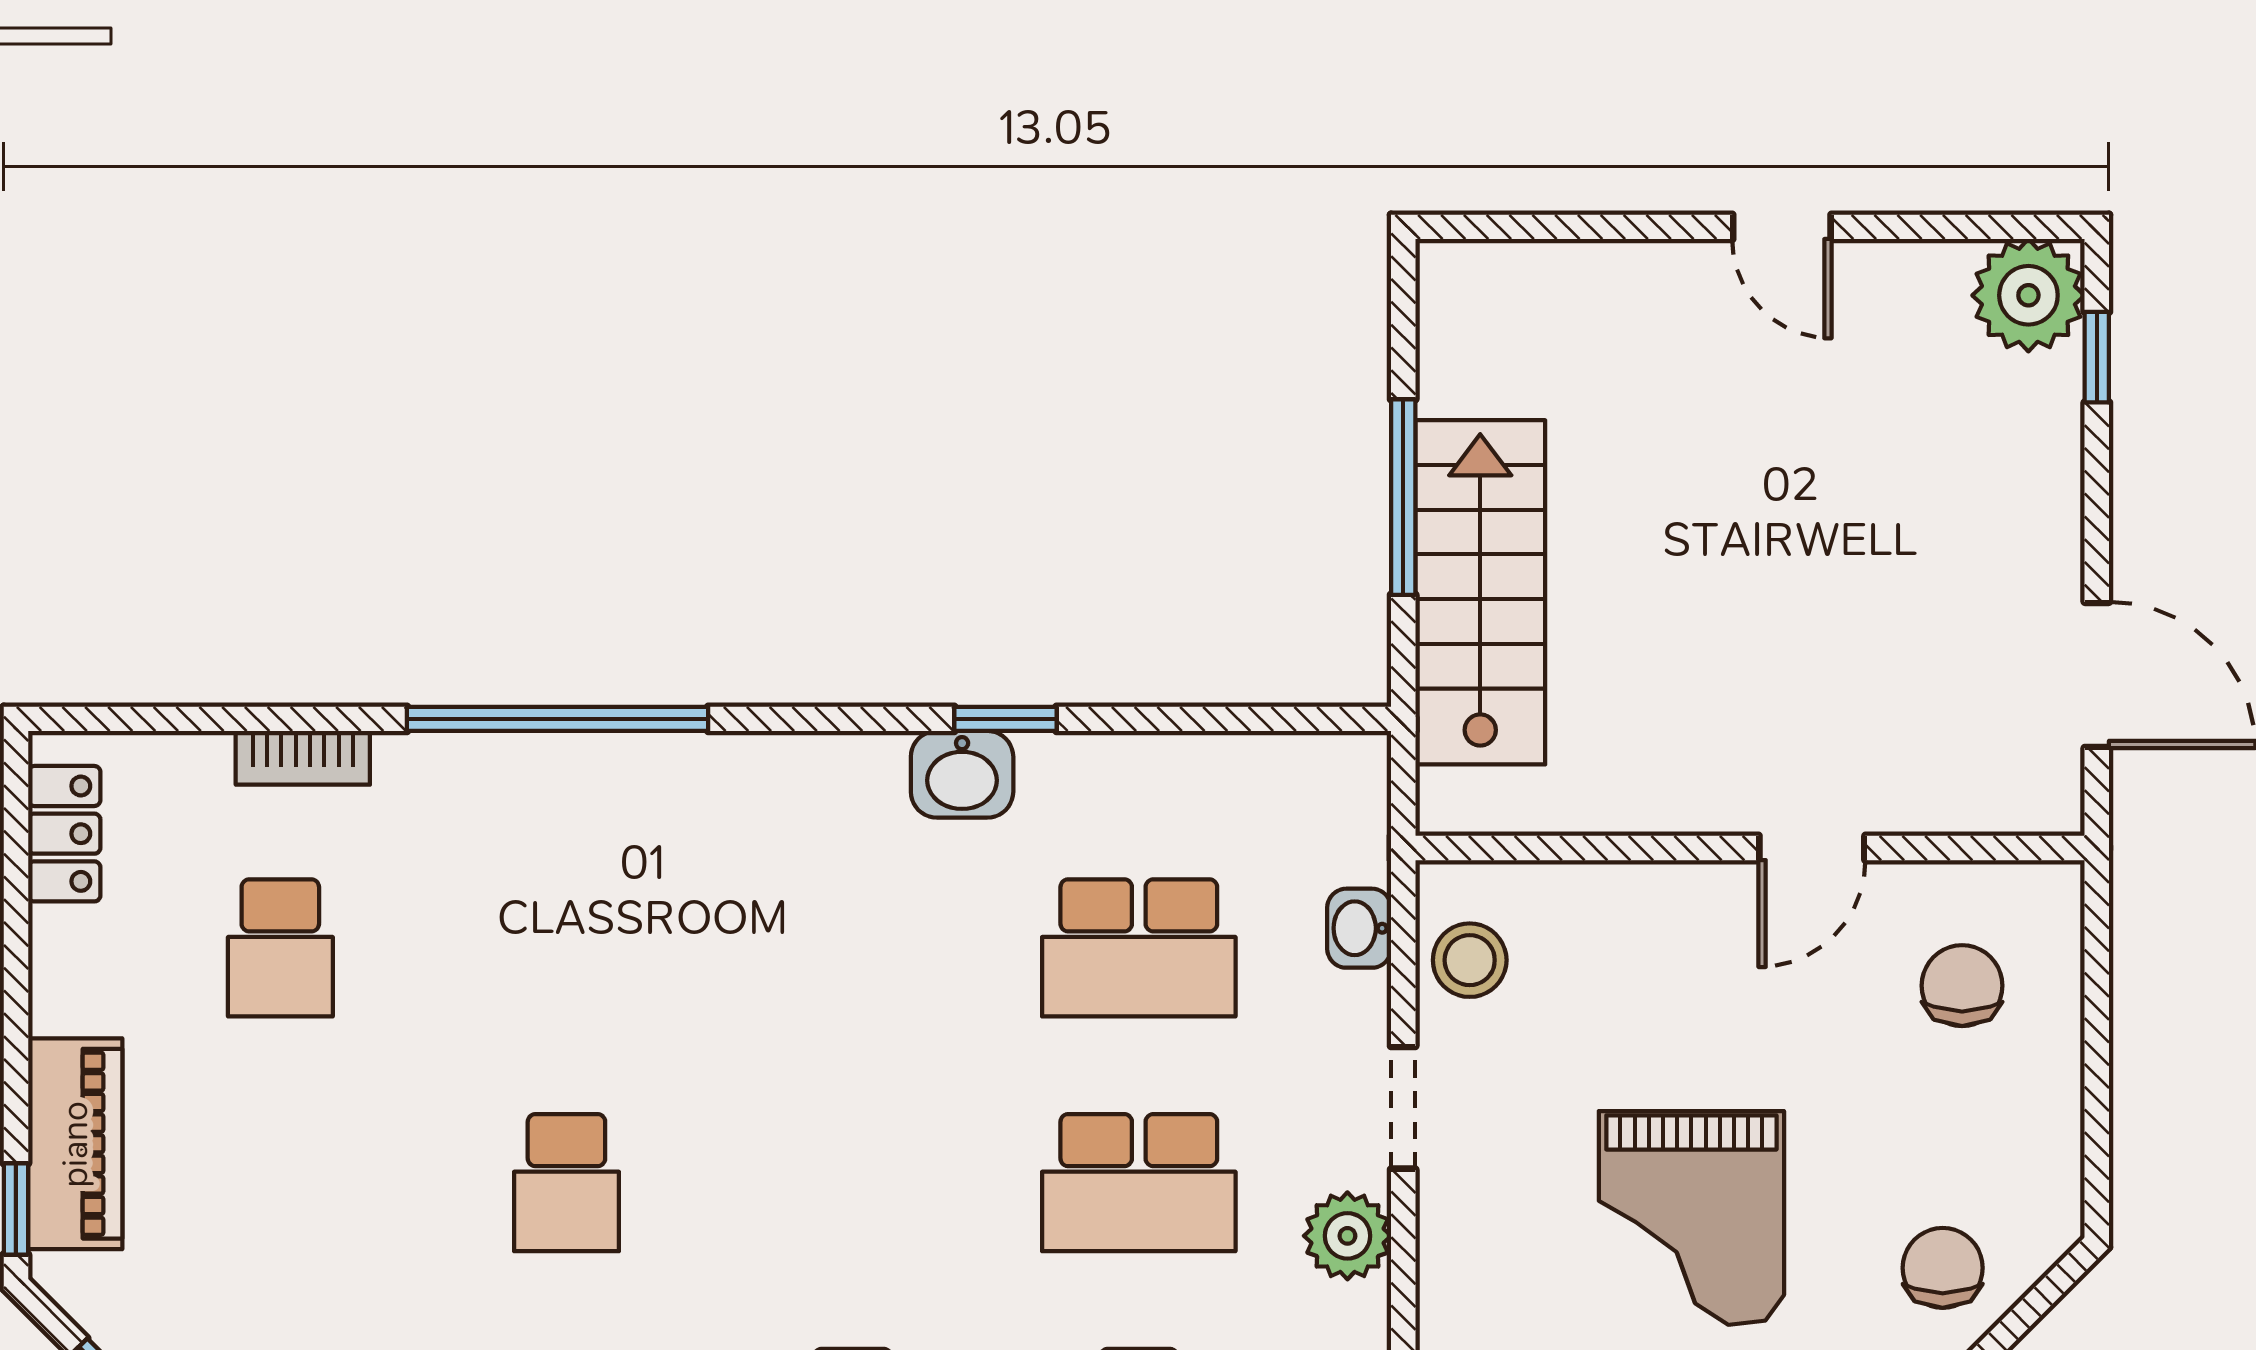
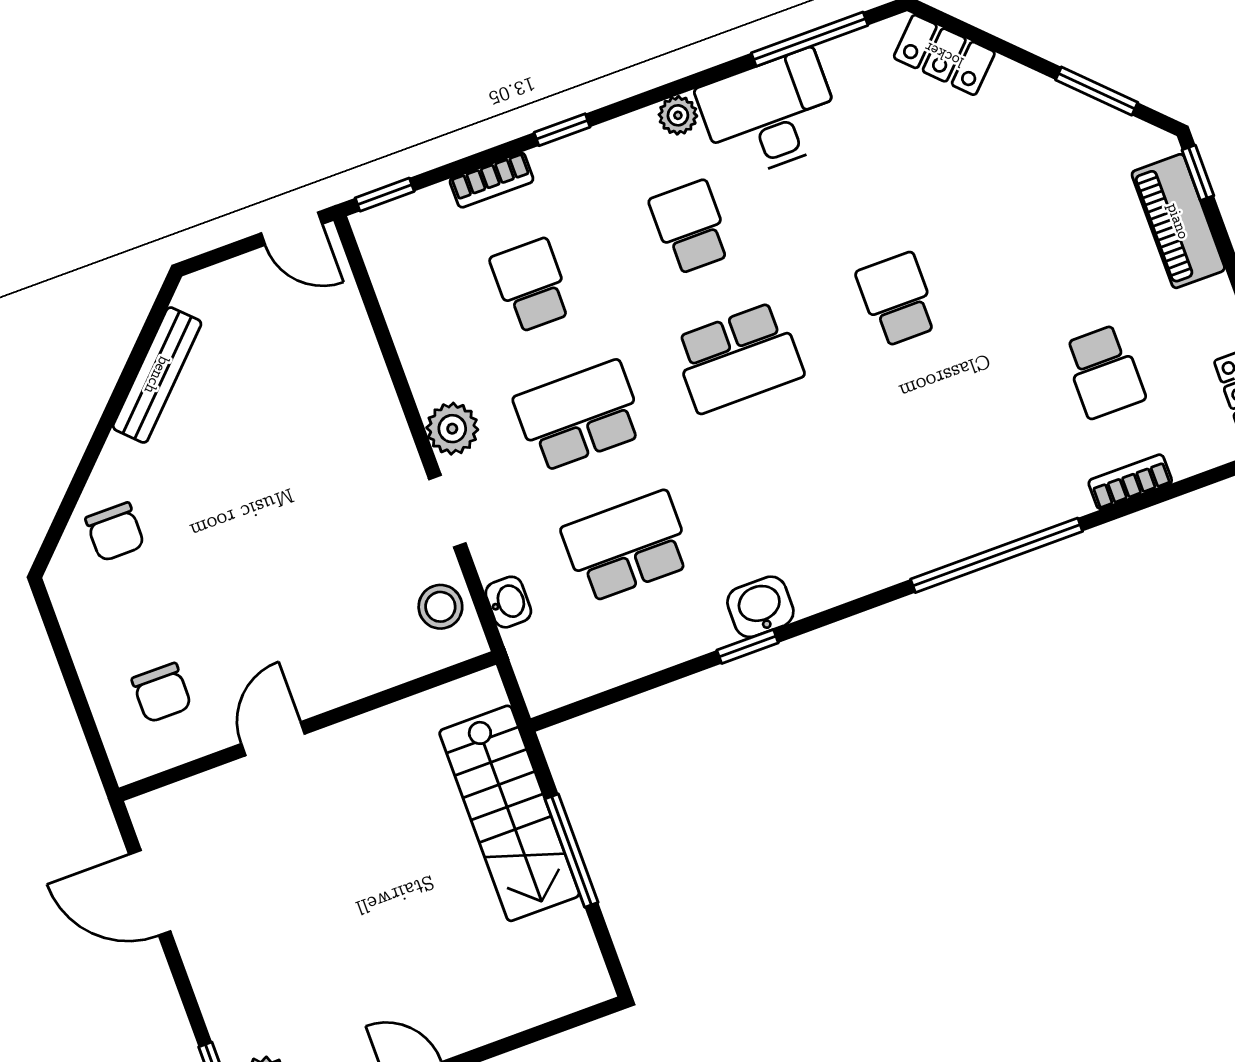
school desk: (280, 948) -> (1104, 372), turned 180
school desk: (853, 1183) -> (738, 358), added
grand piano: (1691, 1218) -> (265, 509), removed

